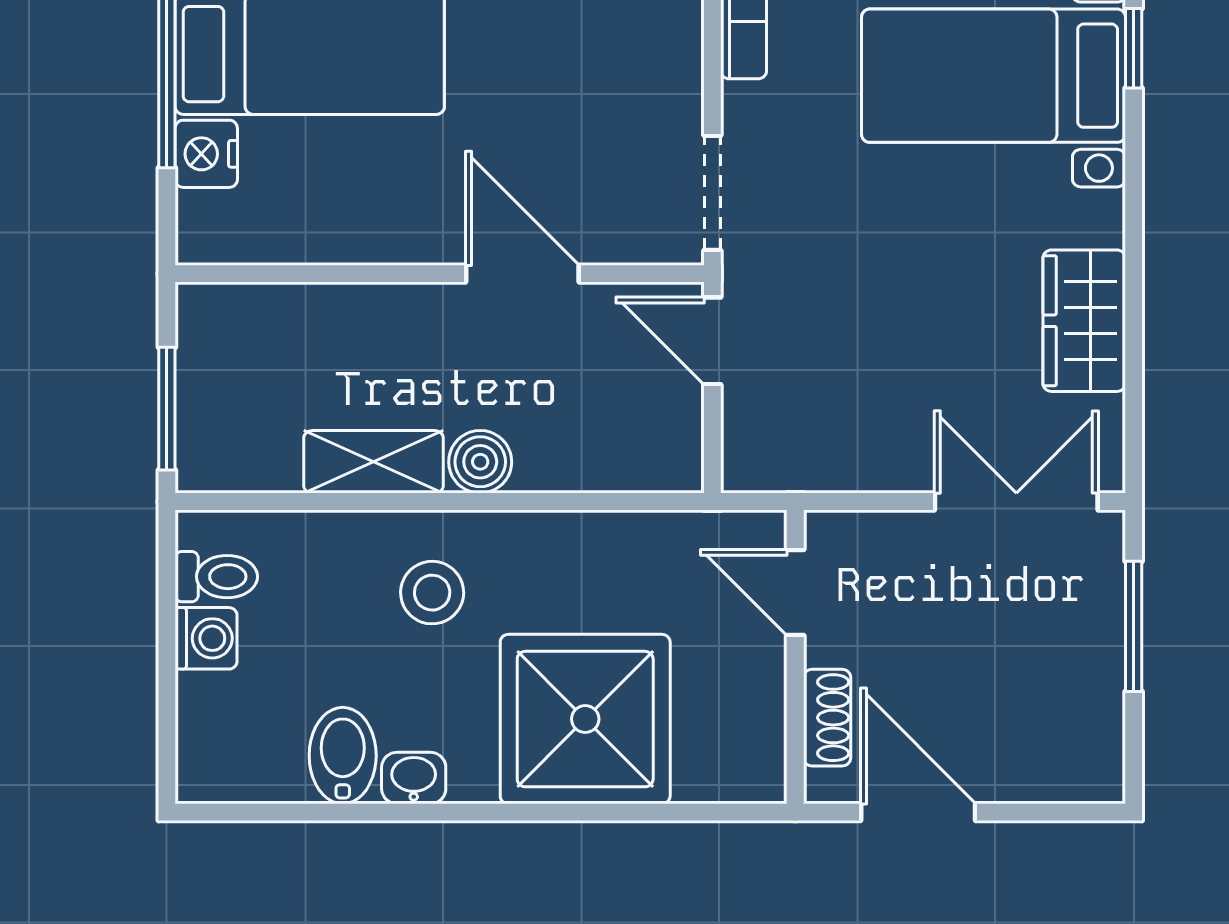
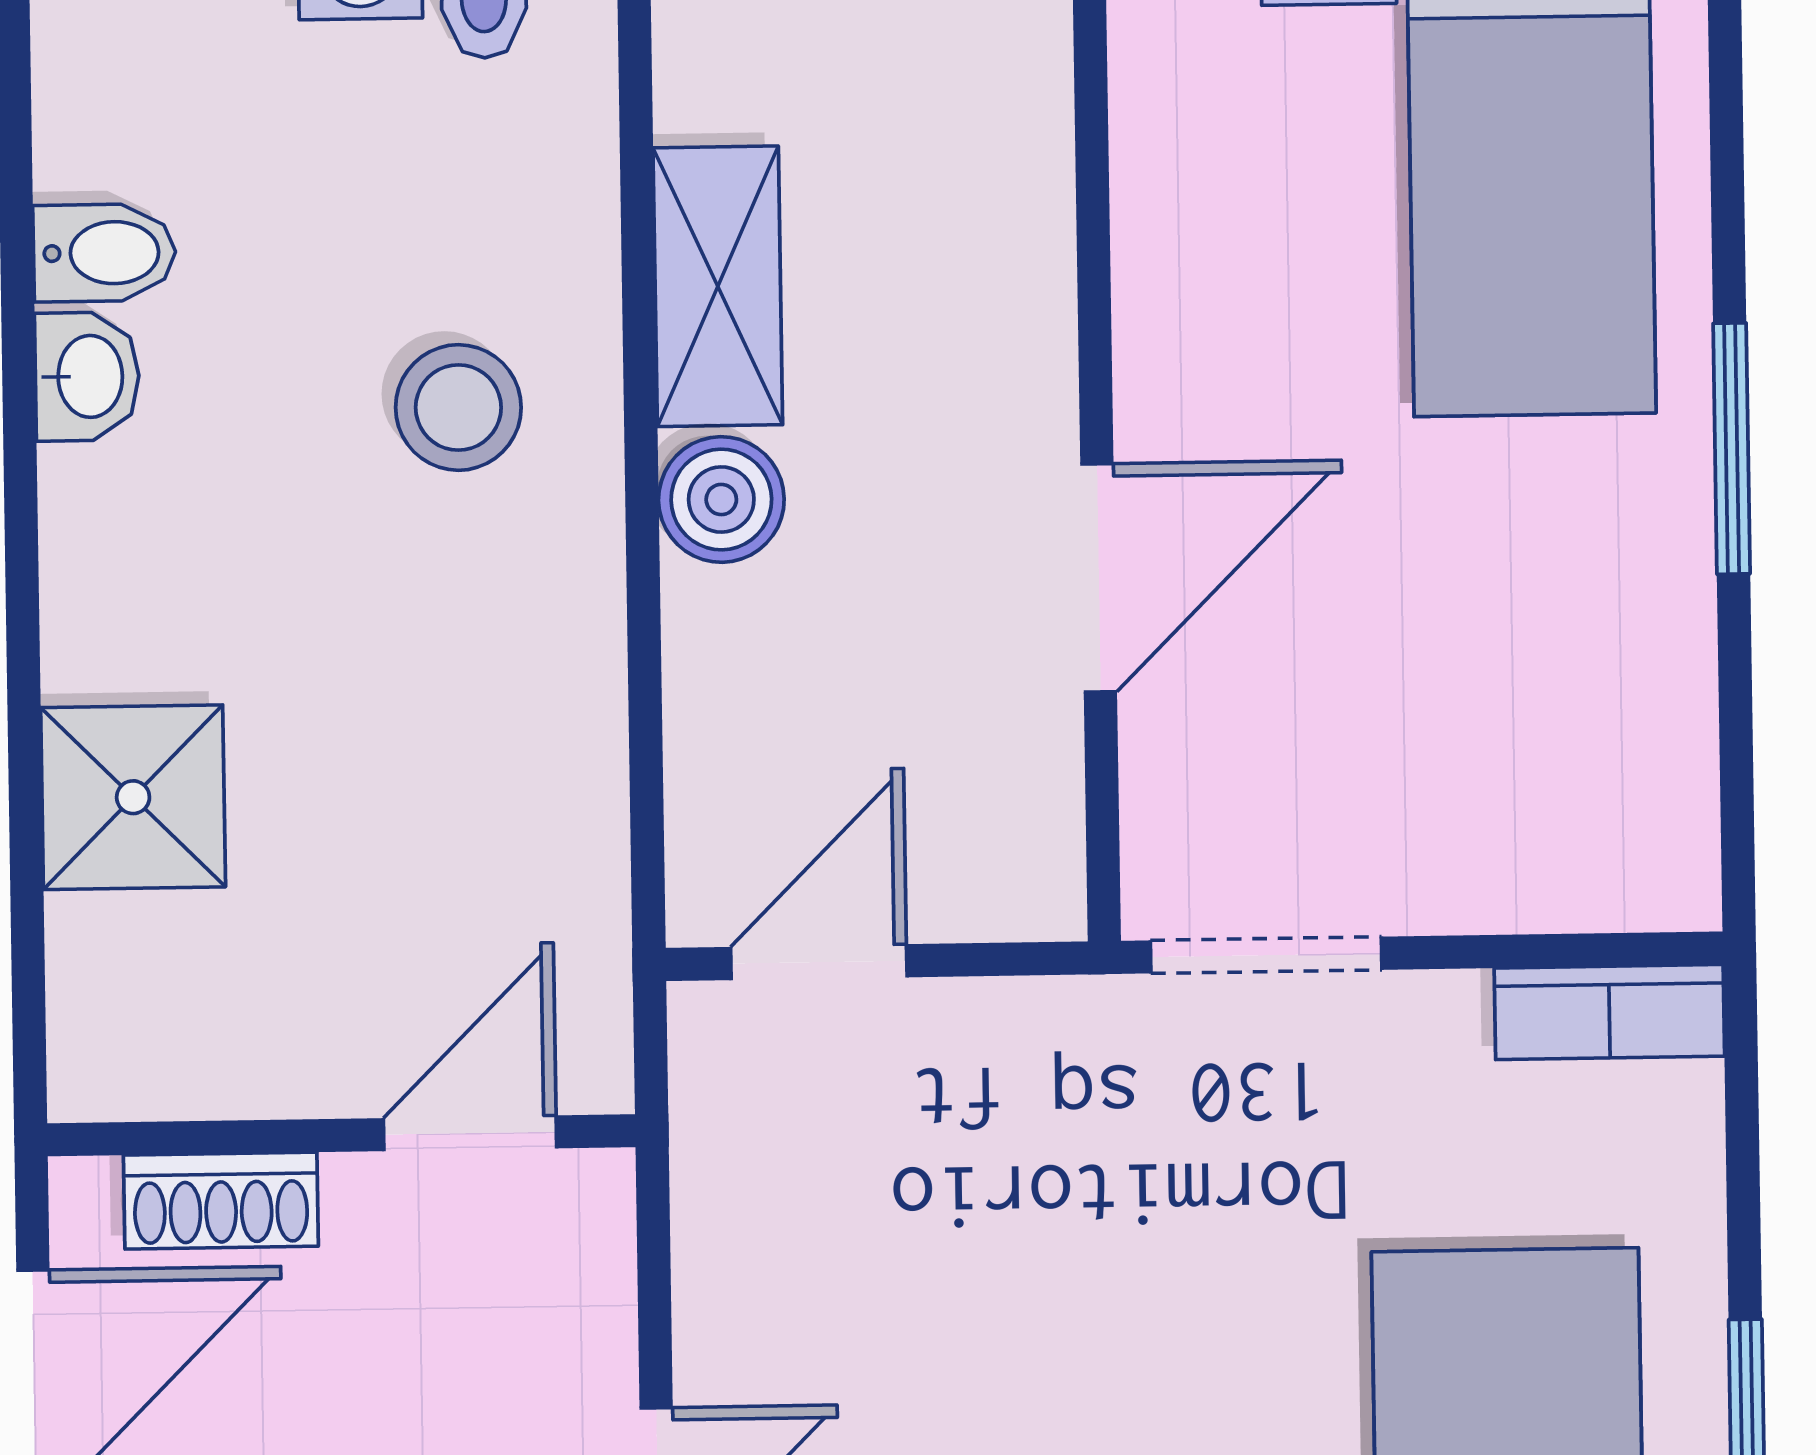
door: (712, 341) -> (819, 962), moved
shower: (585, 719) -> (133, 797), width x0.54, depth x0.54
bidet: (343, 756) -> (105, 253), width x0.72, depth x0.74

